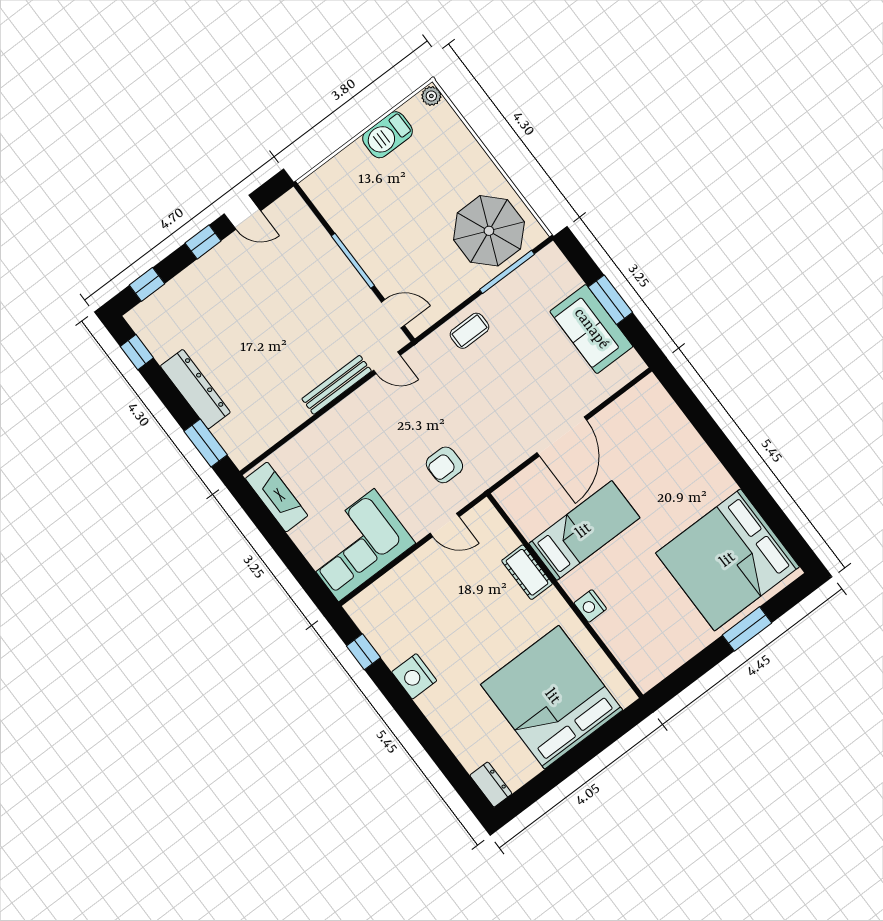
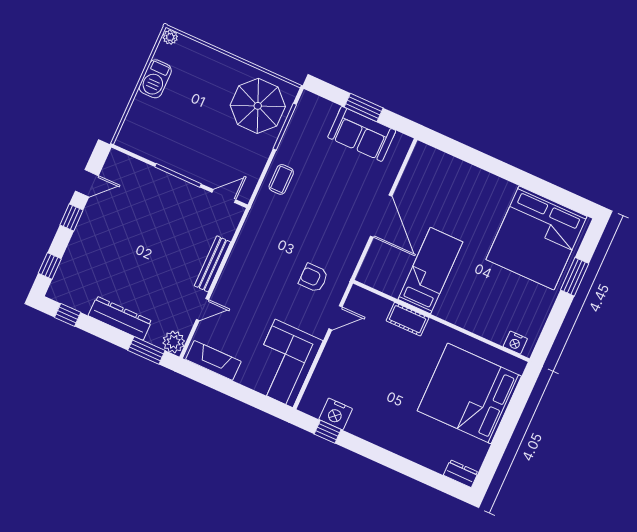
door: (387, 363) -> (203, 310), moved
plant: (242, 450) -> (174, 342), added
armchair: (444, 465) -> (313, 278), turned 90
nightstand: (590, 606) -> (515, 343), moved
nightstand: (414, 676) -> (336, 414), moved

